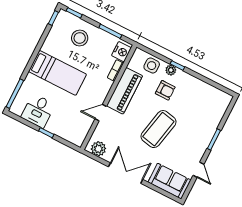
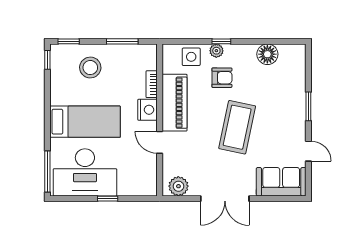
nightstand: (121, 52) -> (147, 110), moved
floor lamp: (204, 90) -> (267, 54), added
desk: (38, 111) -> (85, 172), width x1.87, depth x1.30
door: (101, 113) -> (160, 142), hinge flipped
double door: (126, 173) -> (225, 199), swing flipped

